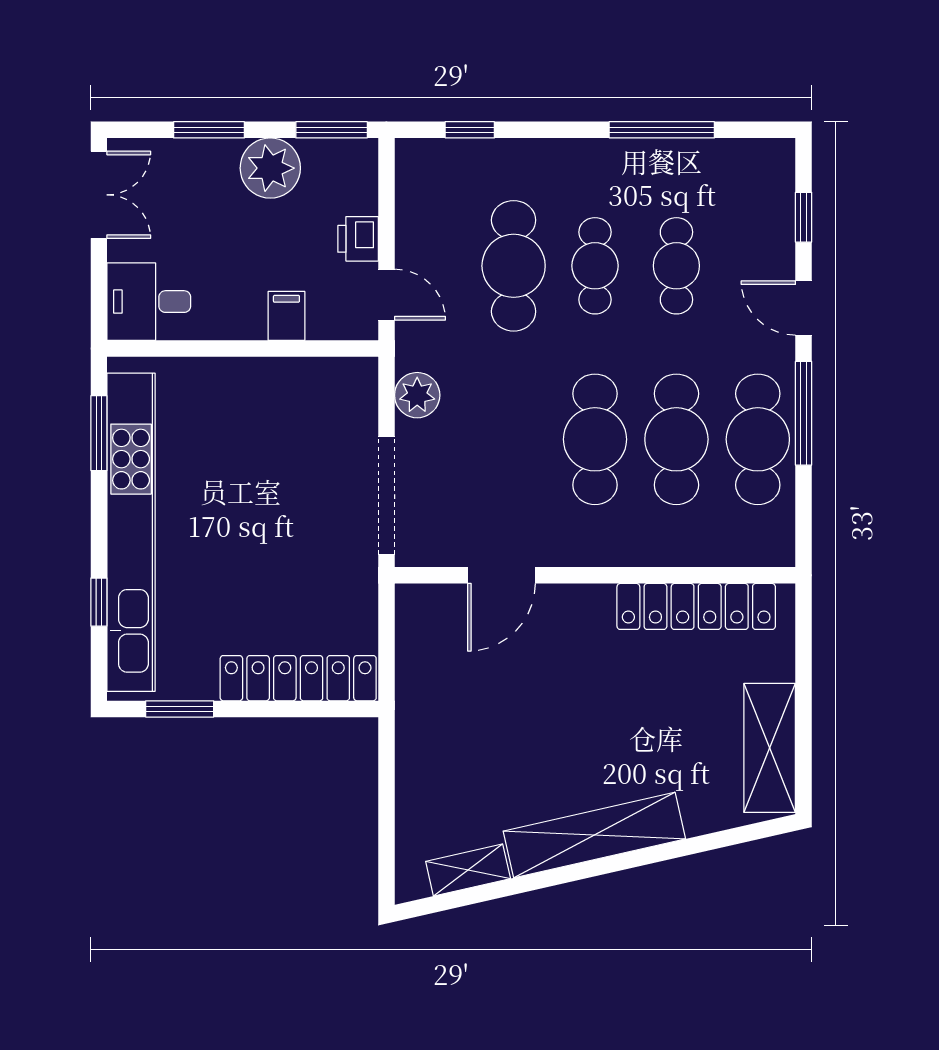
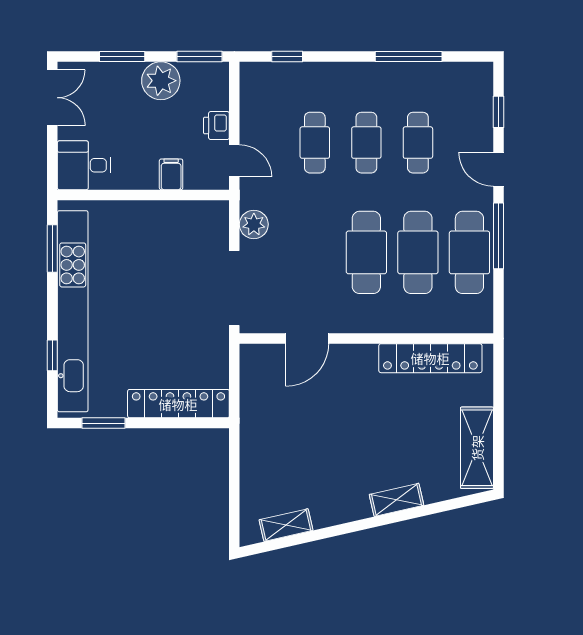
cafe table: (514, 266) -> (315, 143), width x0.73, depth x0.74
shelving: (594, 835) -> (397, 500), width x0.45, depth x0.75

